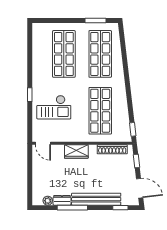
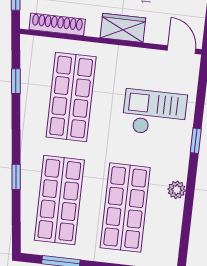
window: (125, 64) -> (16, 177), added
plant: (37, 67) -> (177, 190), added
window: (133, 129) -> (16, 81), moved

